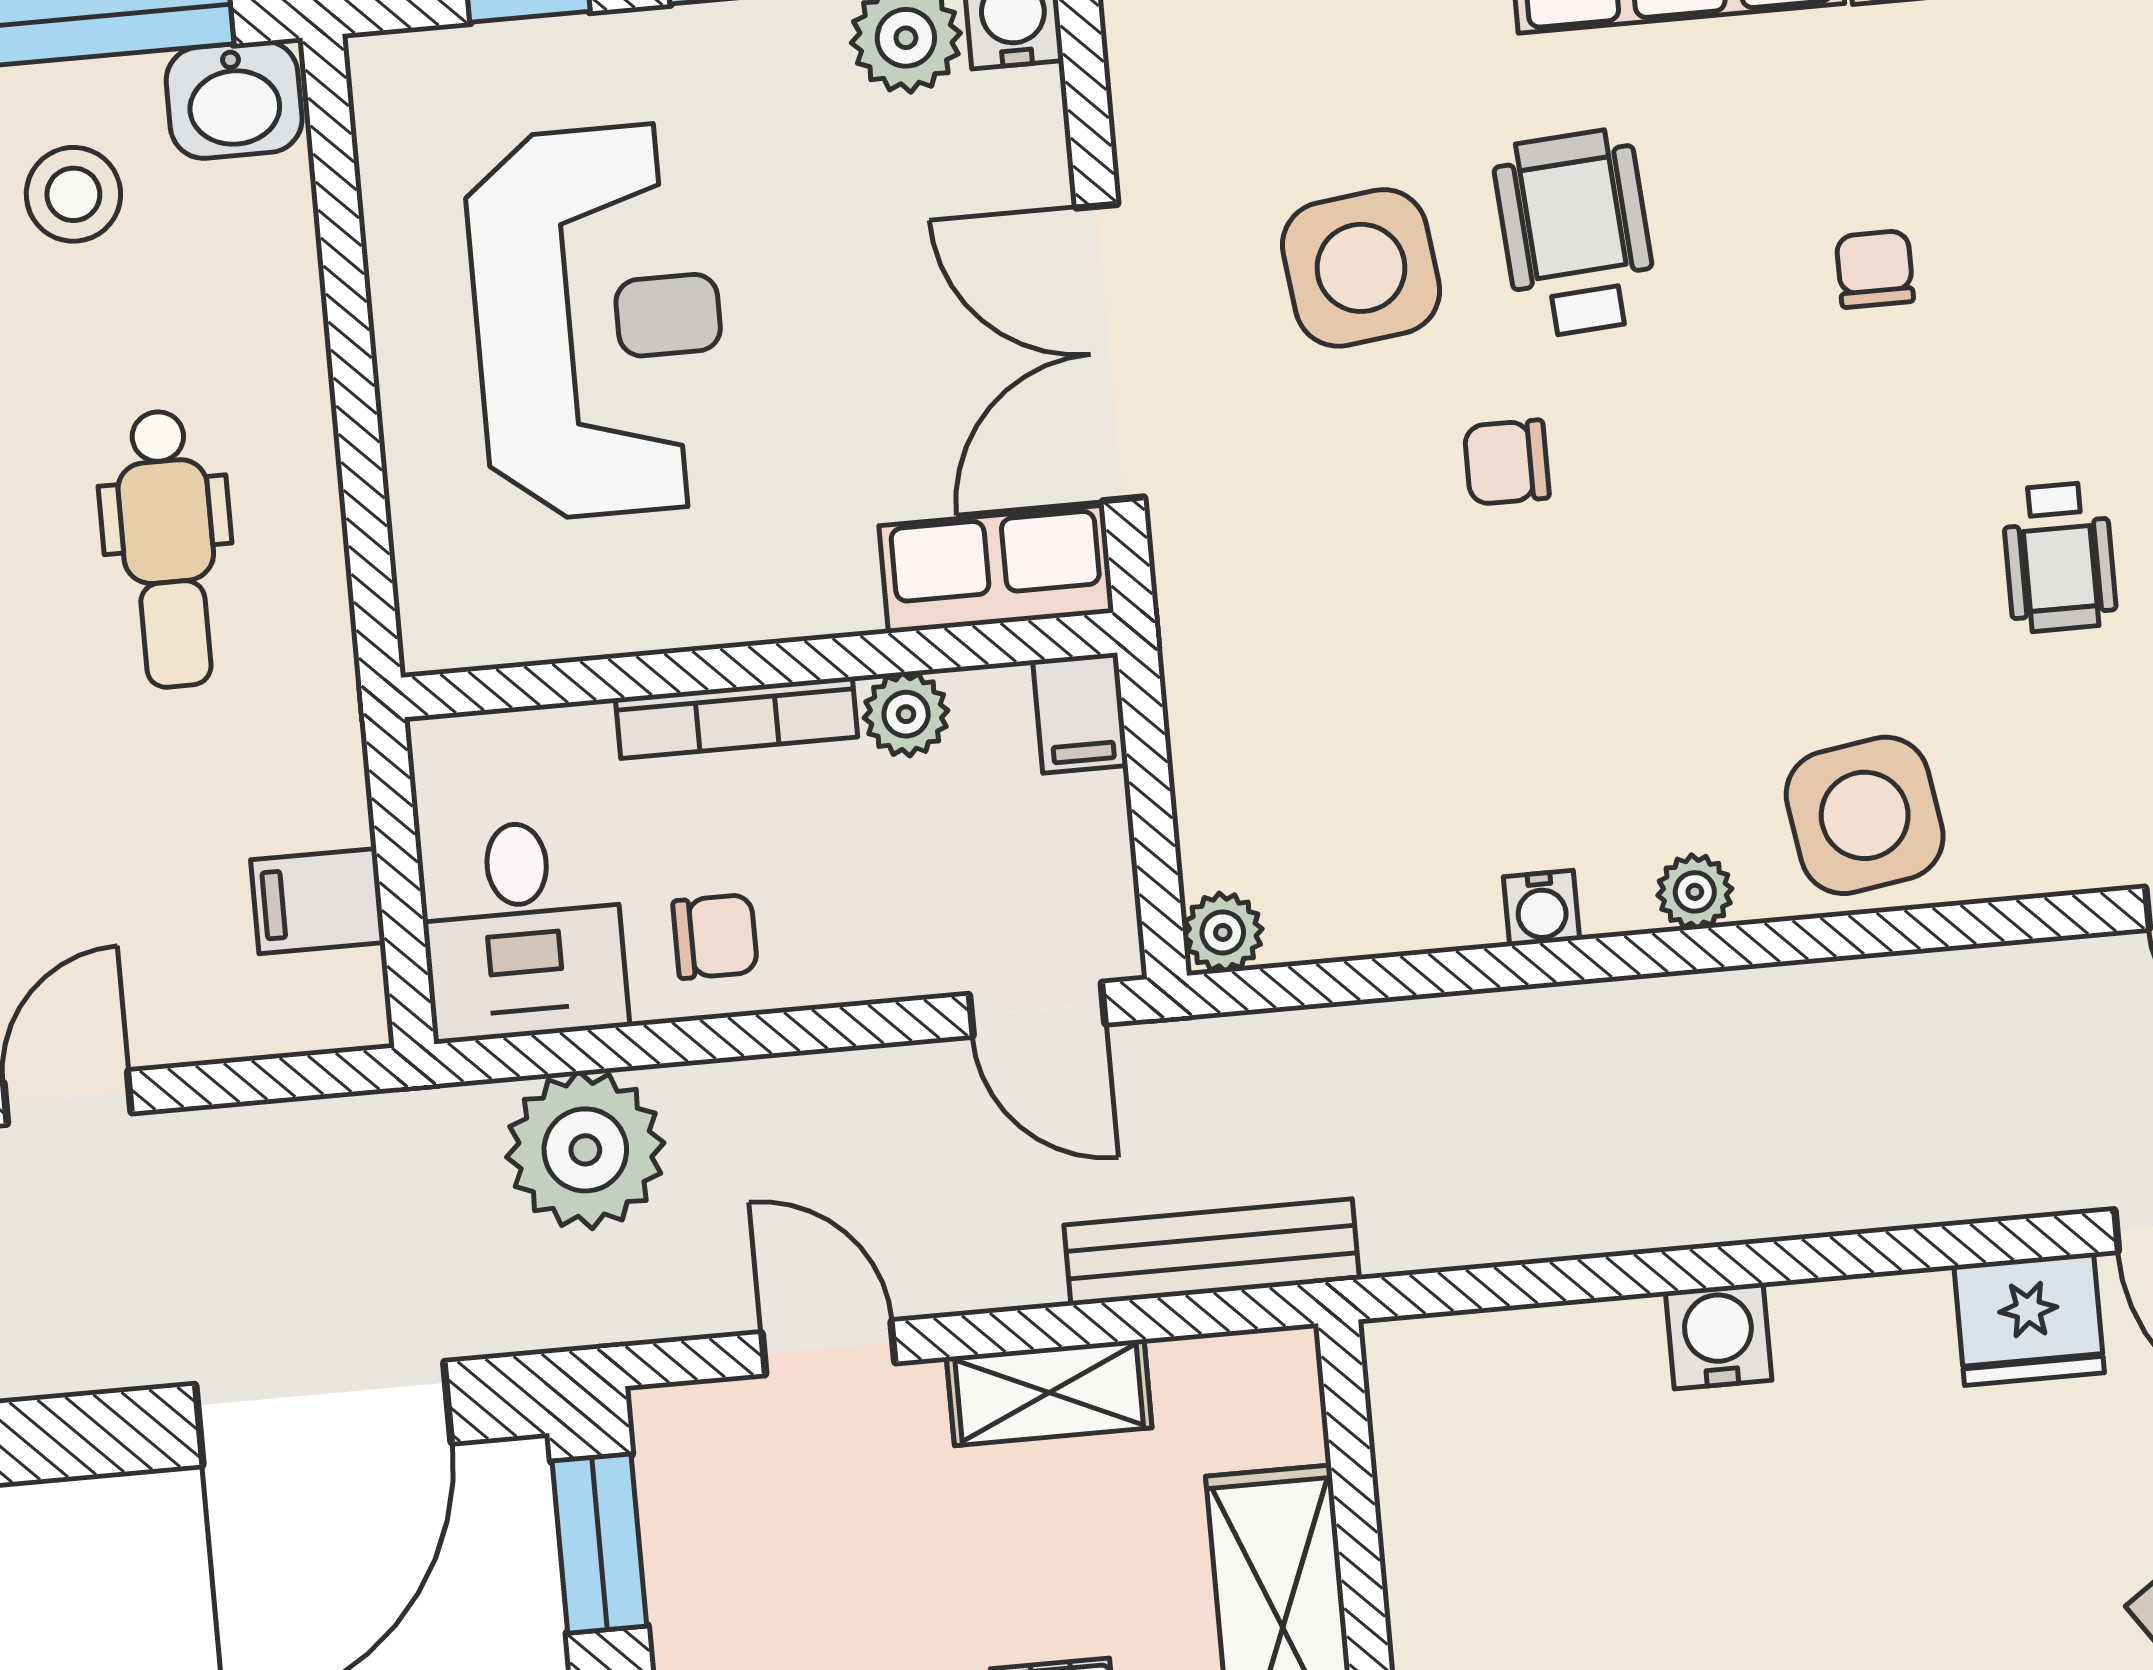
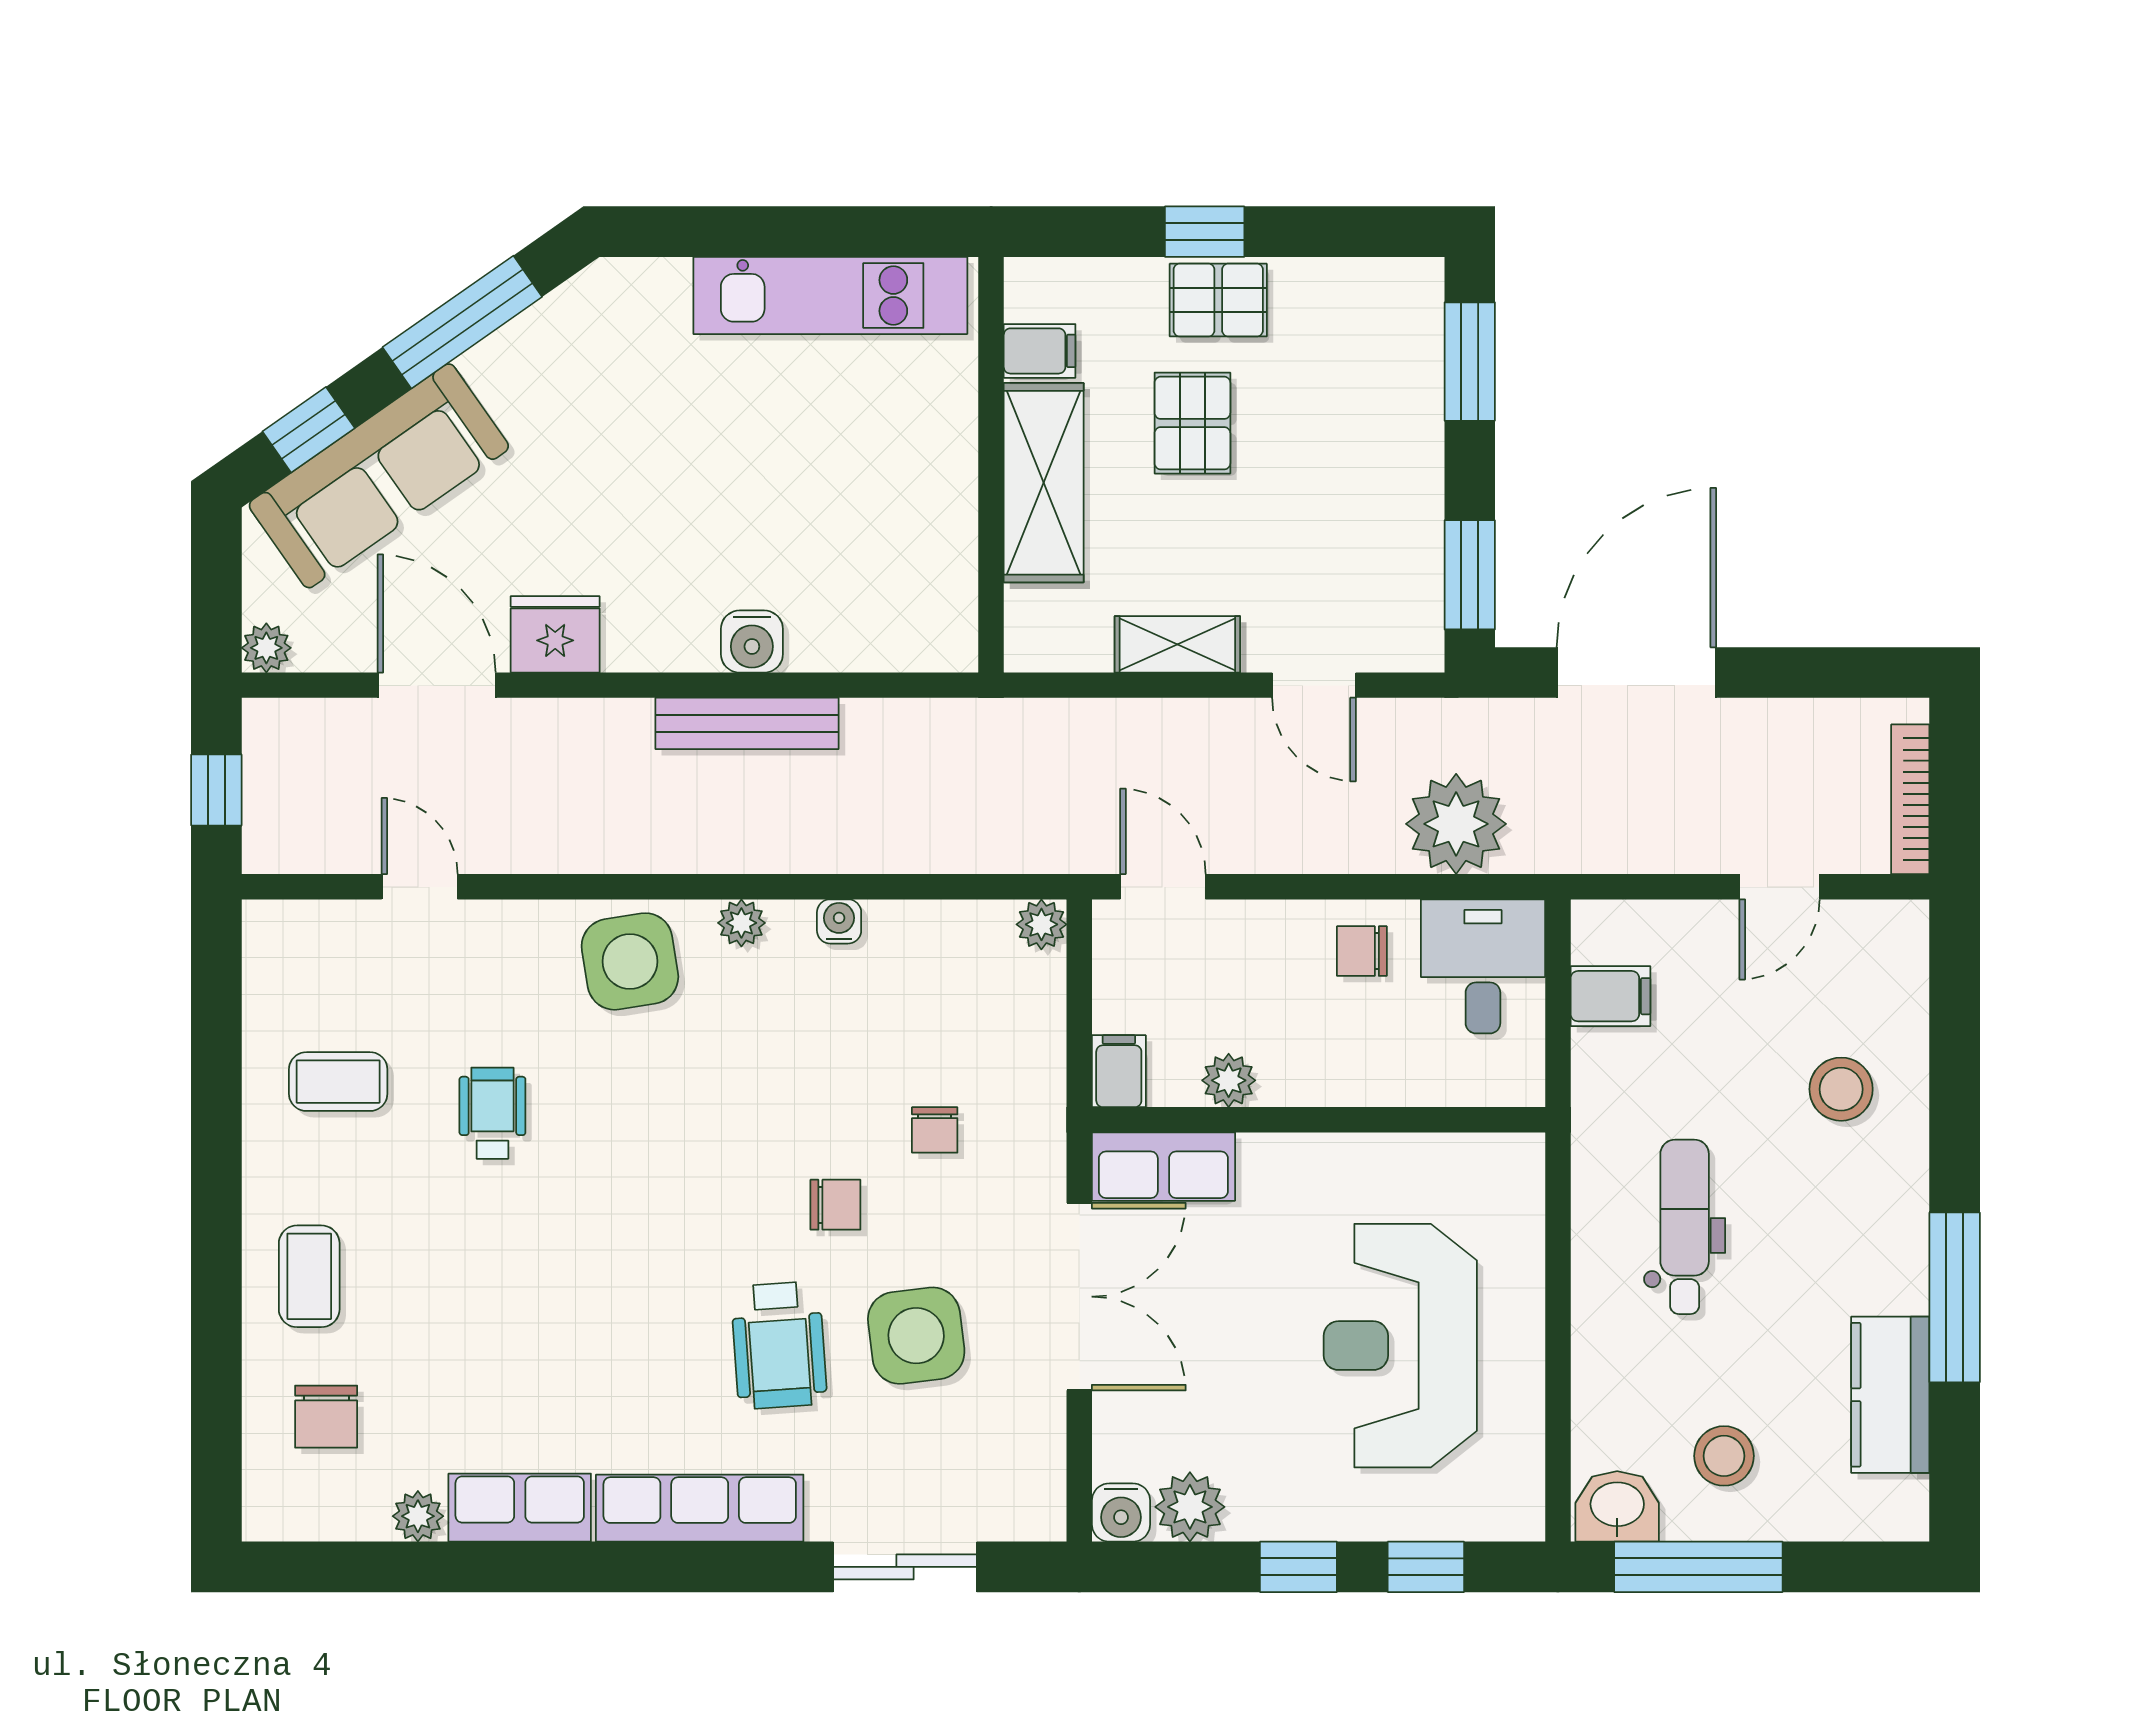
chair: (1875, 269) -> (935, 1130), moved
bookcase: (737, 718) -> (1336, 1088), removed
bench: (1212, 1252) -> (747, 723), moved

